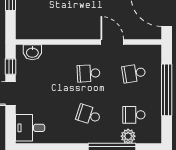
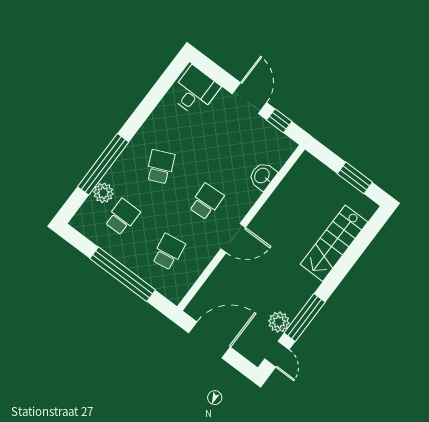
door: (112, 42) -> (233, 238), moved
washbasin: (32, 52) -> (262, 176), moved
school desk: (89, 115) -> (160, 167), turned -42

